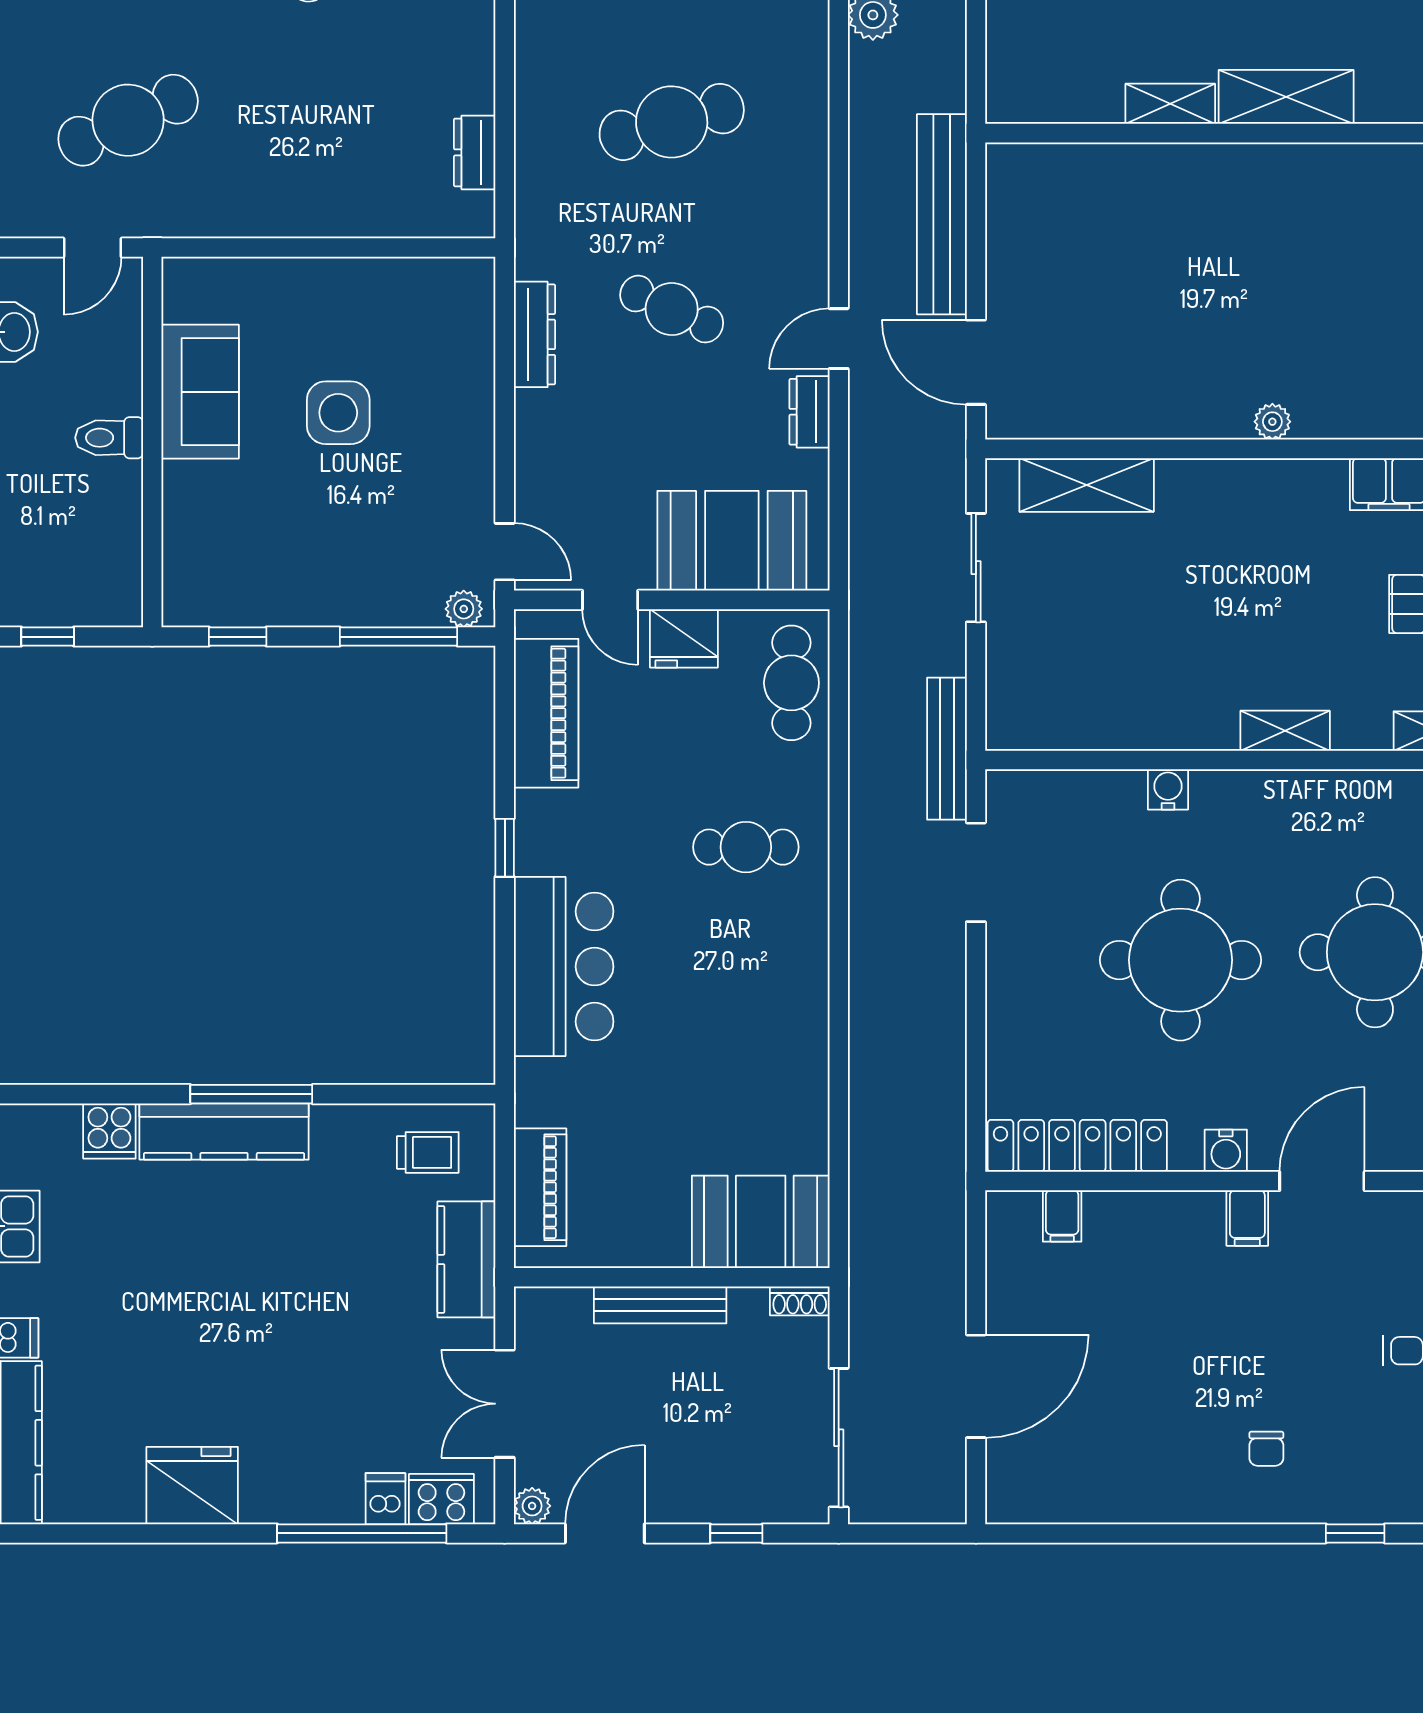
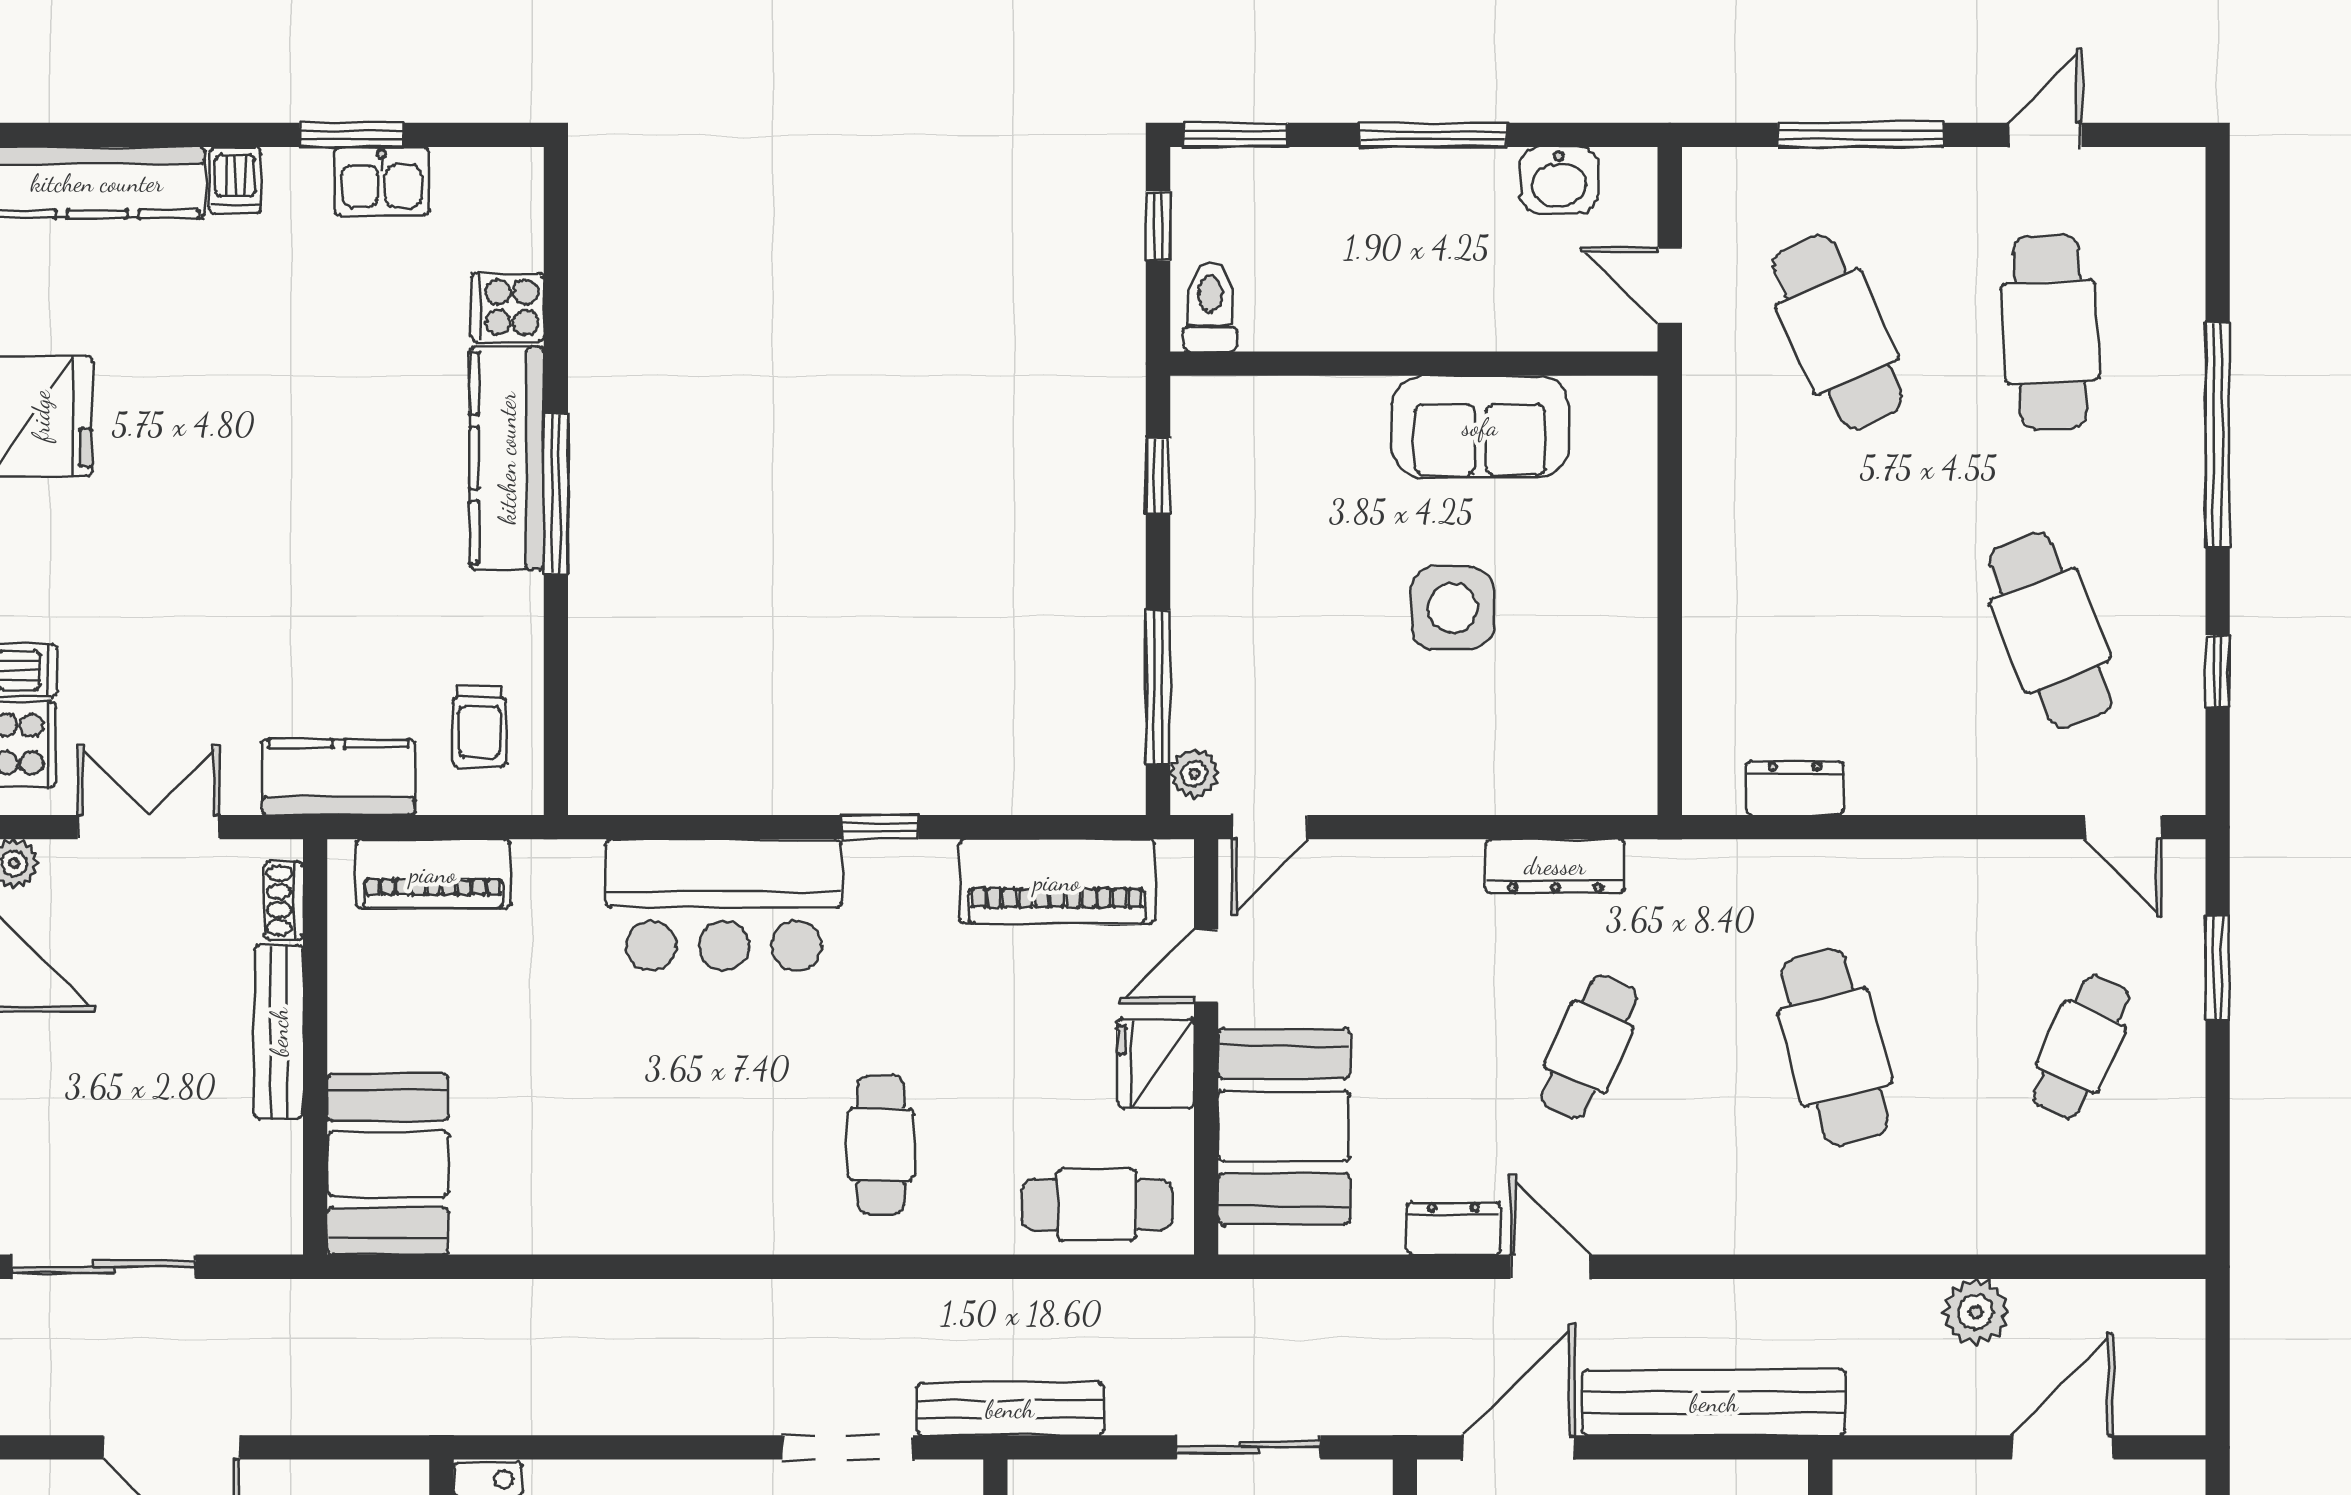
toilet: (109, 438) -> (1210, 307), moved
shoe rack: (800, 1301) -> (284, 901), moved

